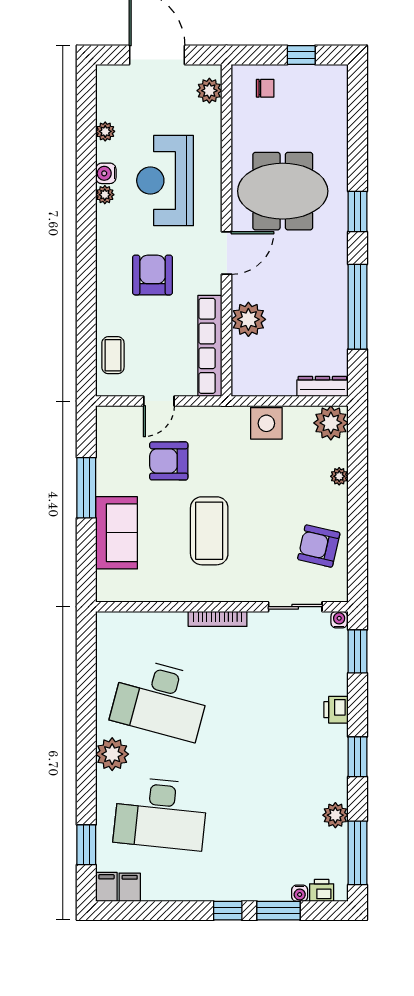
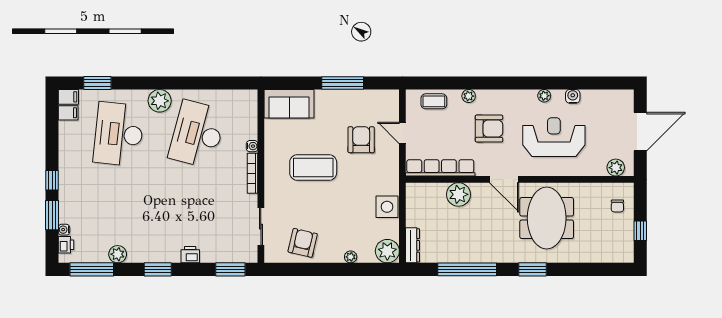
plant: (105, 131) -> (469, 96), moved
water cooler: (106, 173) -> (573, 96), moved
sofa: (116, 533) -> (289, 104), moved
water cooler: (339, 620) -> (252, 146), moved

